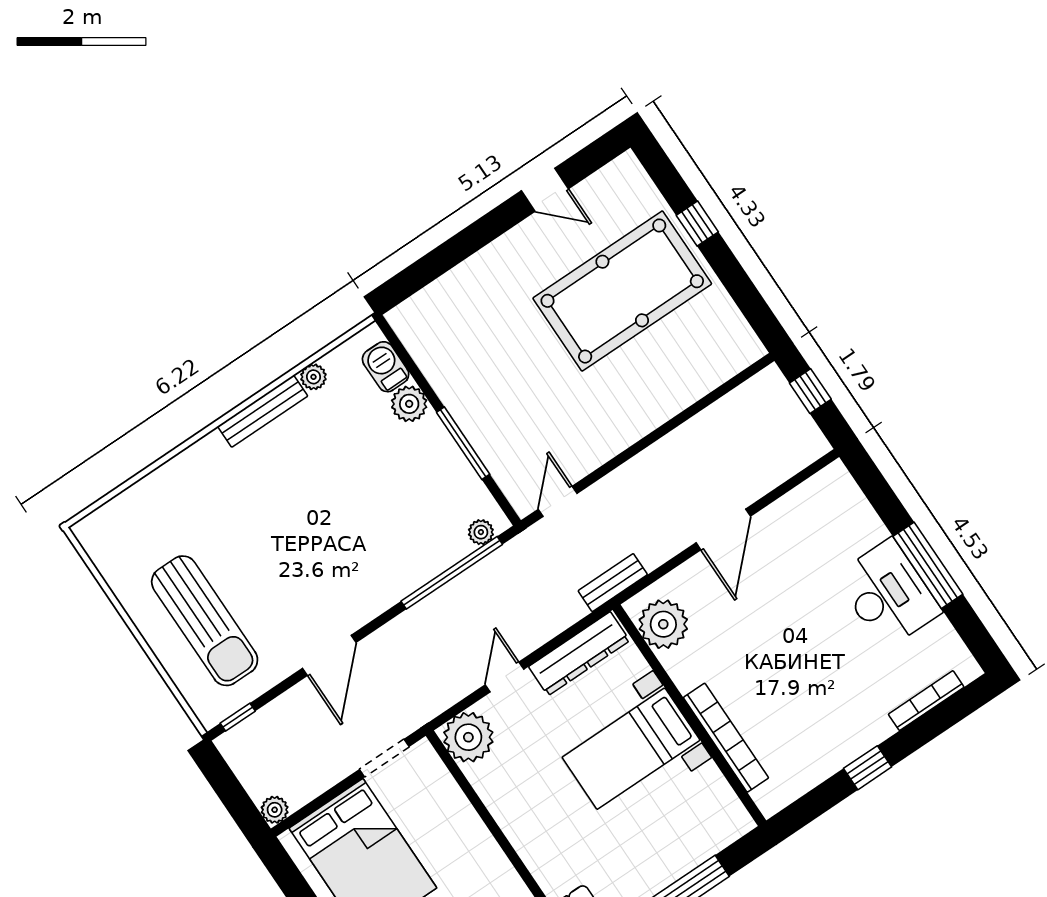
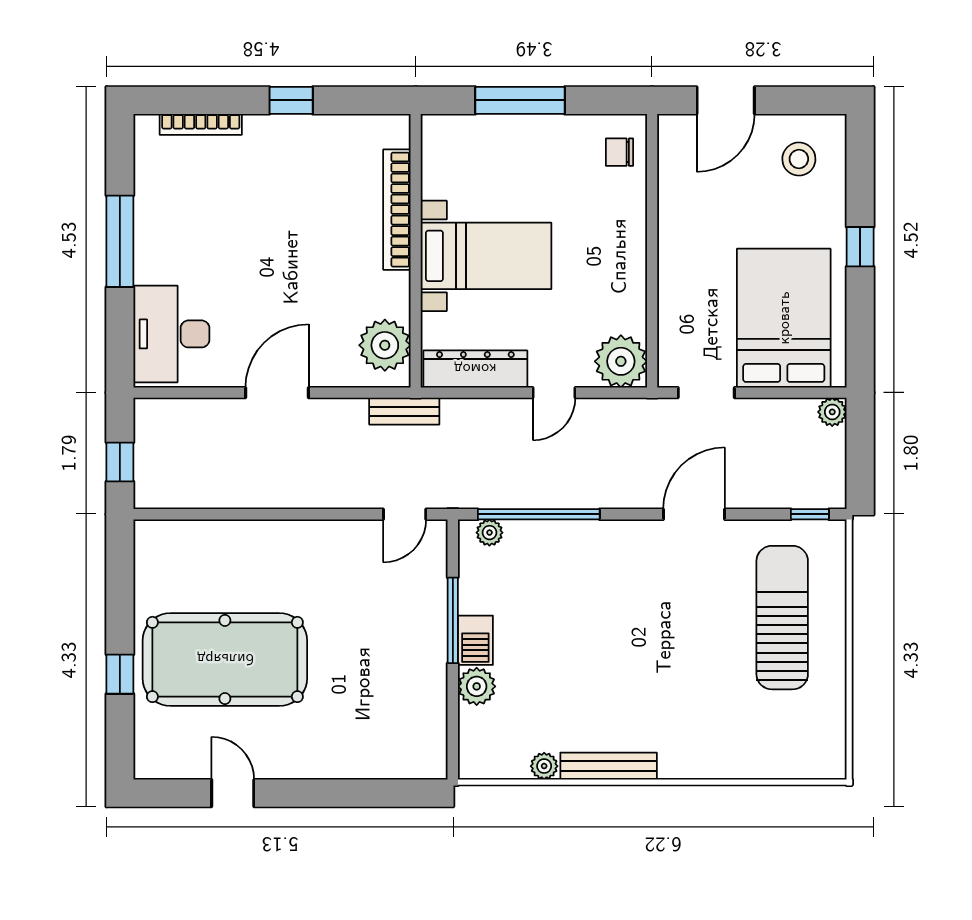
barbecue: (386, 367) -> (475, 640), moved
desk: (888, 594) -> (171, 334), moved

